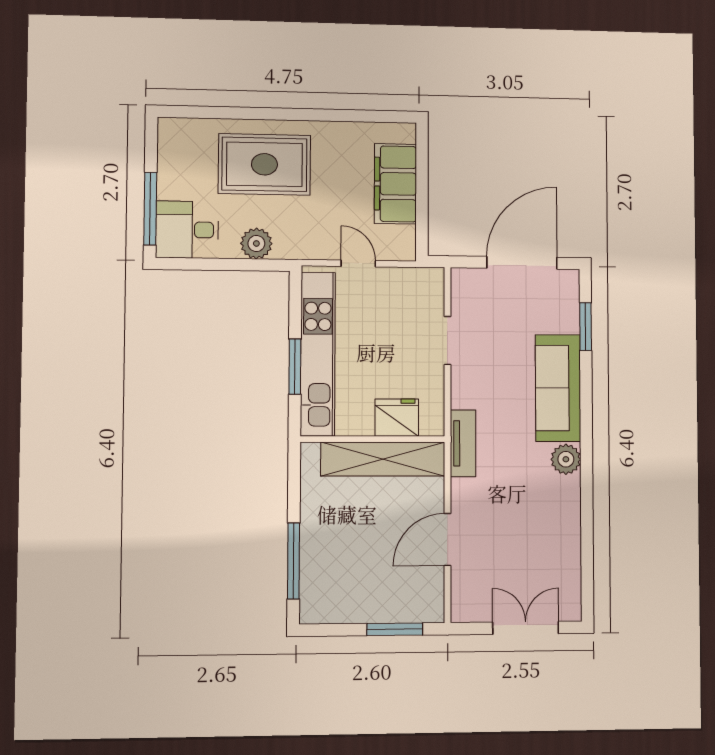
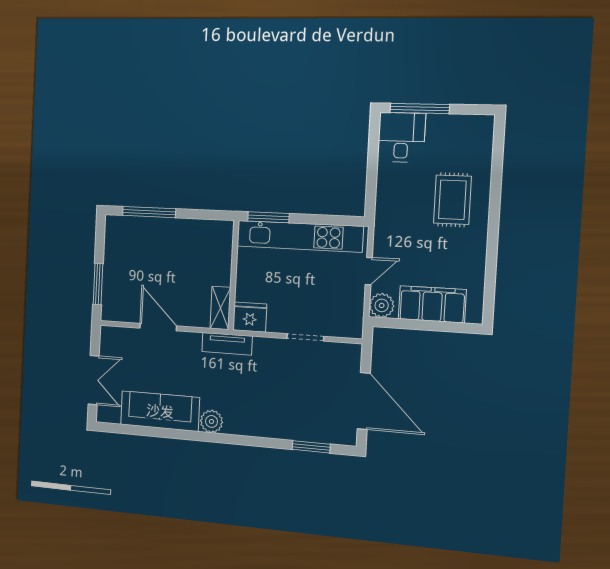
rug: (264, 164) -> (452, 200), width x0.73, depth x0.70
plant: (256, 243) -> (382, 305), moved
window: (295, 367) -> (268, 217), moved
sofa: (558, 388) -> (160, 411), moved
fridge: (397, 418) -> (250, 317), moved, turned -90
shelving: (383, 459) -> (220, 308), width x0.45, depth x0.75

